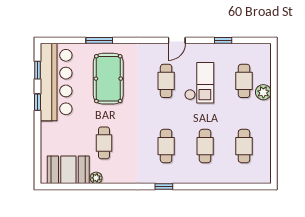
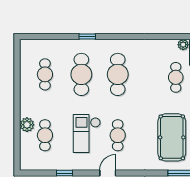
cafe table: (166, 146) -> (118, 74), width x1.37, depth x1.35
cafe table: (205, 146) -> (81, 74), width x1.37, depth x1.35
window: (164, 187) -> (87, 37), moved

